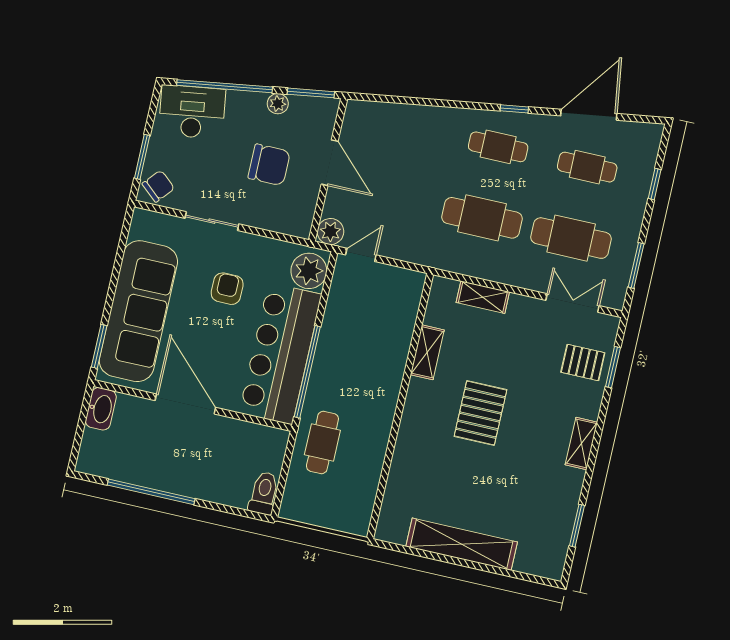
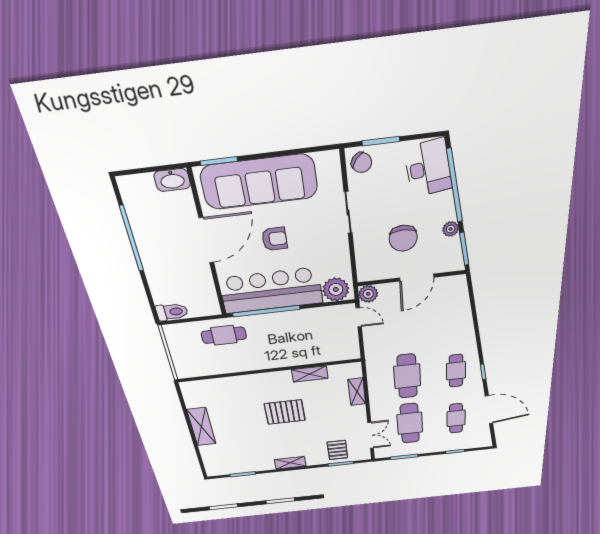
armchair: (227, 289) -> (275, 239), moved
shelving: (462, 544) -> (201, 427), width x0.68

